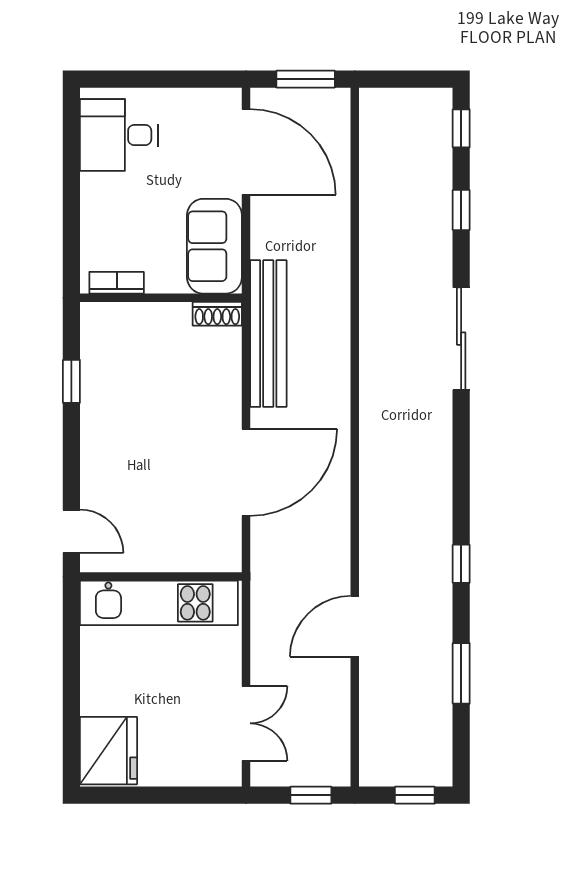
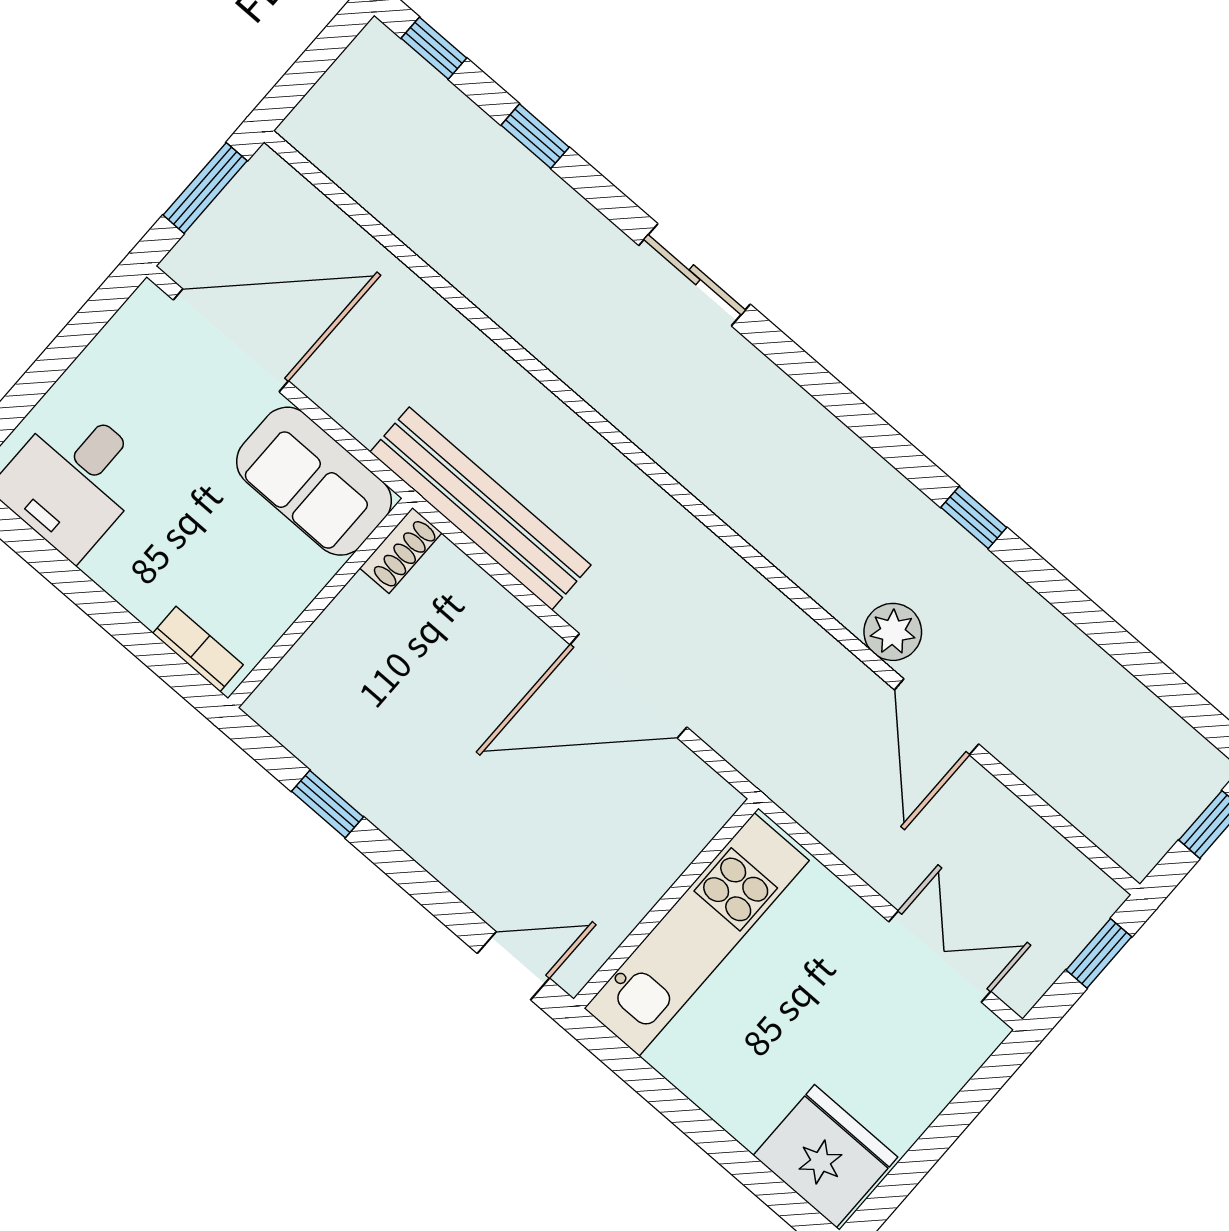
bookcase: (117, 283) -> (198, 649), moved, turned 90
sliding door: (461, 339) -> (695, 275), width x0.73
door: (246, 472) -> (628, 686), swing flipped
plant: (376, 572) -> (893, 632), added
window: (461, 673) -> (1110, 636), removed

